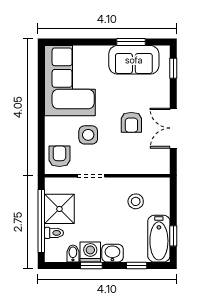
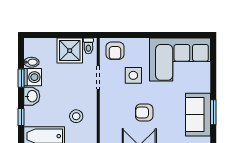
armchair: (59, 156) -> (115, 51), turned 90
window: (41, 221) -> (59, 35), removed
toilet: (54, 233) -> (88, 46), moved

